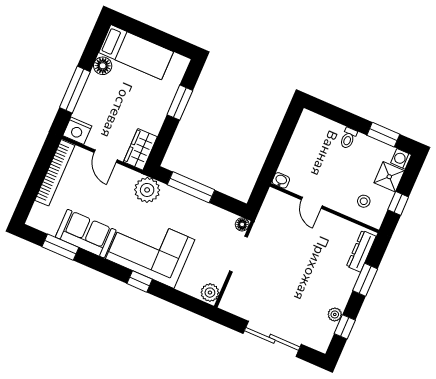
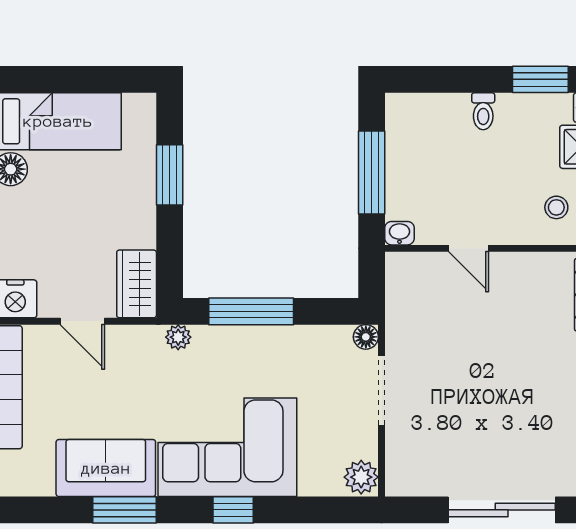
window: (280, 144) -> (372, 172), added
plant: (147, 190) -> (178, 337), width x0.53, depth x0.53
window: (60, 247) -> (125, 510), moved

